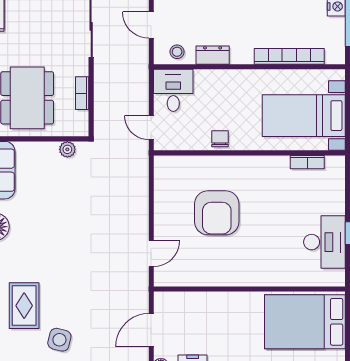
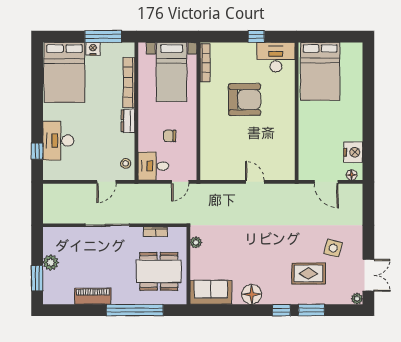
dresser: (213, 55) -> (128, 121), moved
chair: (220, 139) -> (170, 136), moved
bookcase: (307, 162) -> (205, 63), width x1.56
armchair: (217, 213) -> (245, 100), moved
desk: (324, 242) -> (276, 57), moved
door: (151, 253) -> (255, 182), moved

